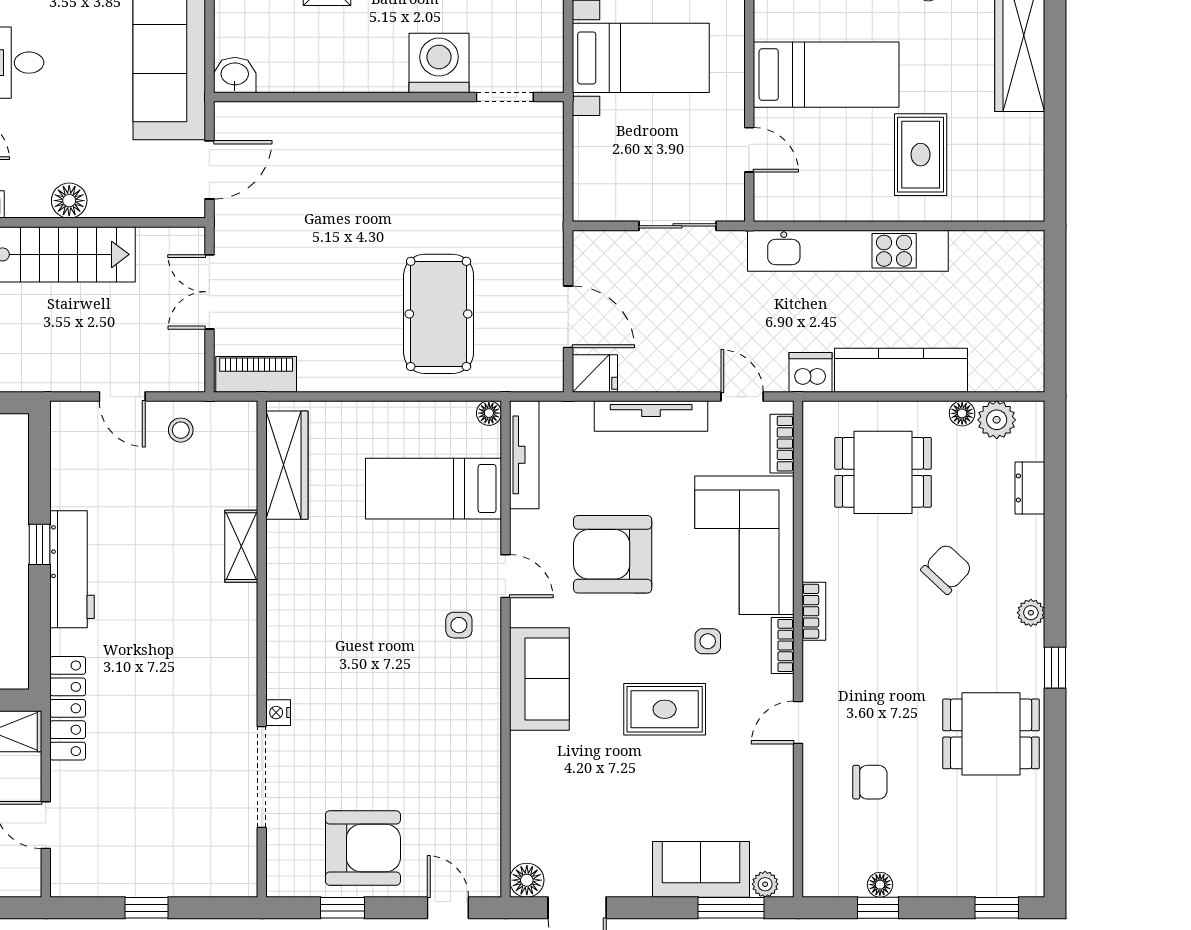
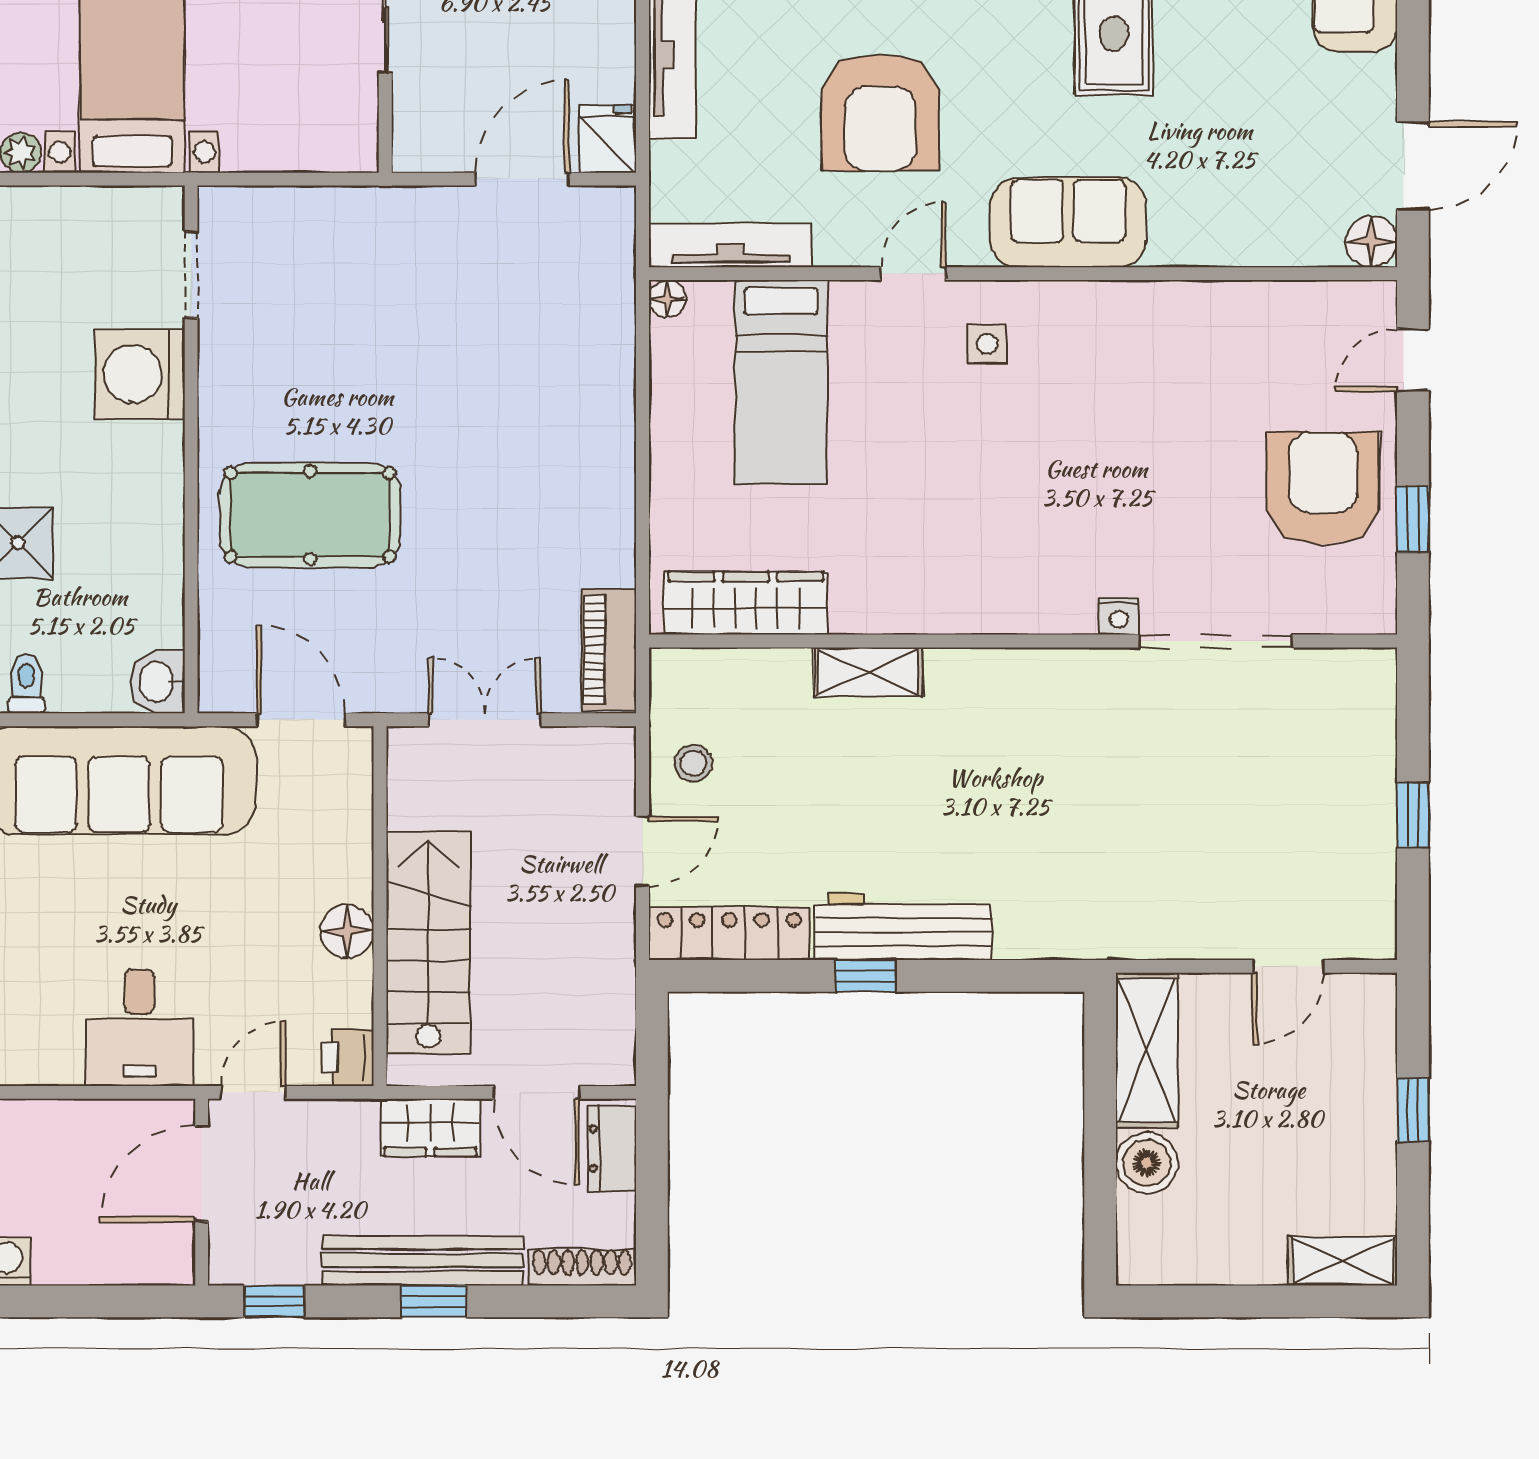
double door: (209, 292) -> (485, 720), swing flipped
pool table: (439, 314) -> (310, 515), moved
locker: (68, 708) -> (729, 933), moved

